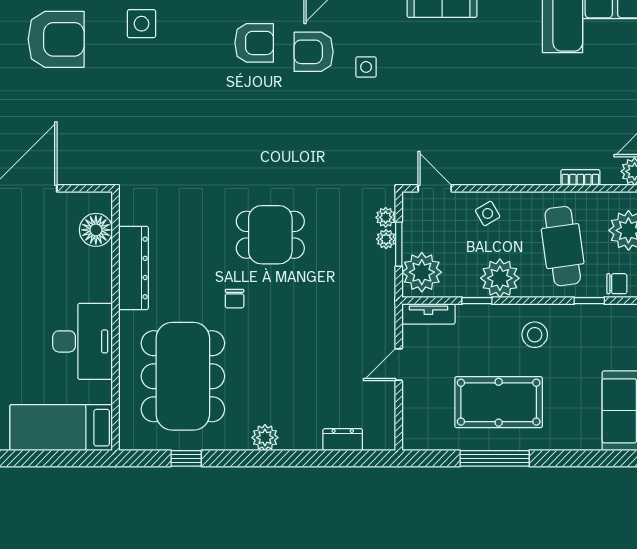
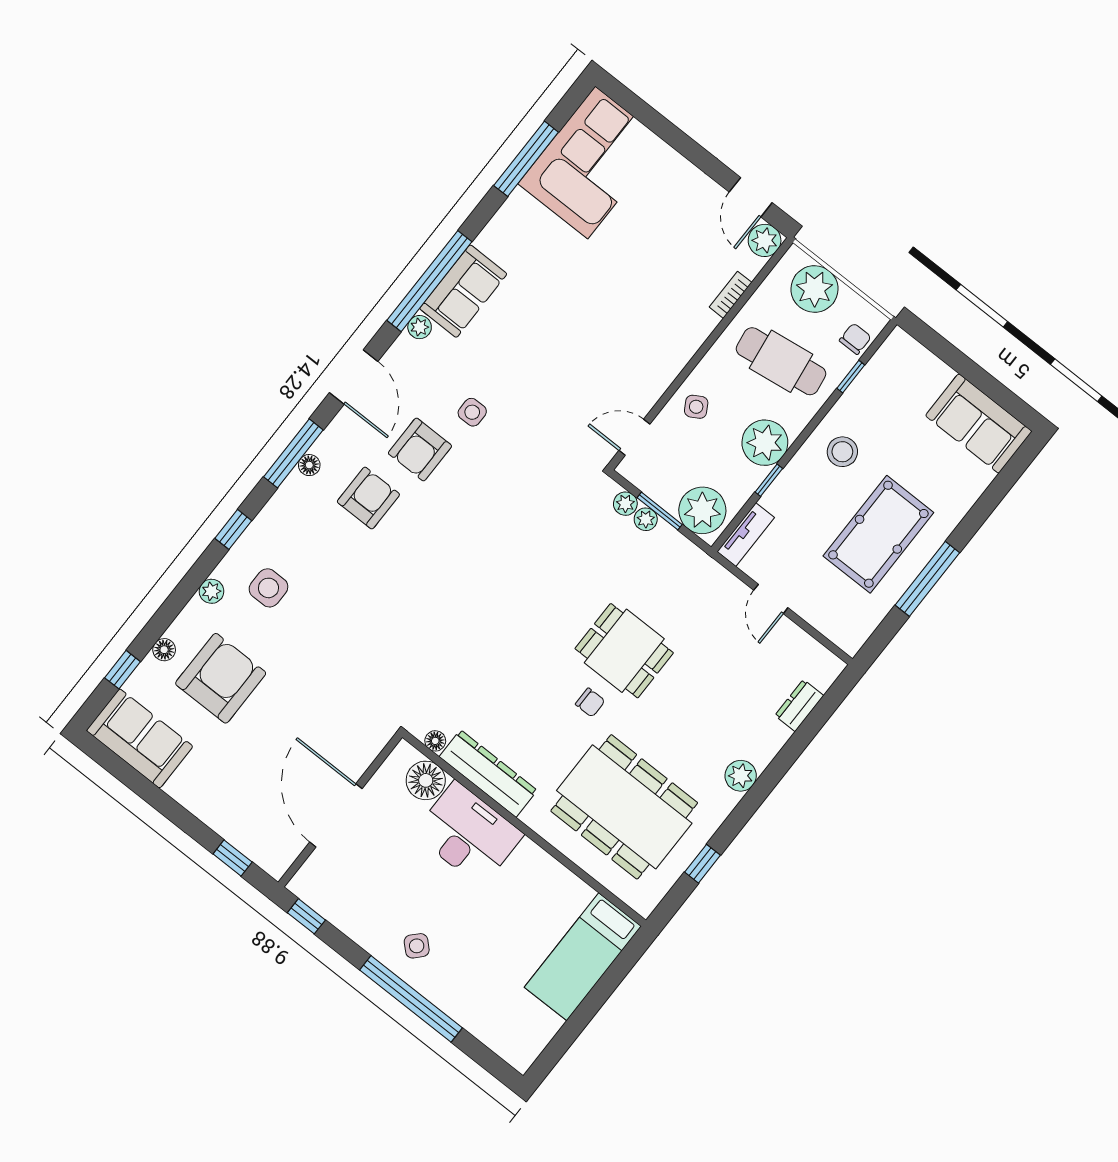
floor lamp: (127, 215) -> (435, 741), added
dining table: (270, 235) -> (624, 651), moved, turned 90
desk: (83, 341) -> (468, 834), moved

